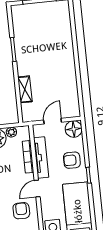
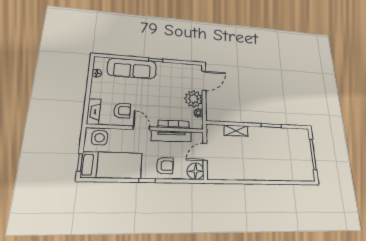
door: (53, 121) -> (205, 152), swing flipped
armchair: (72, 160) -> (165, 166), turned 90

